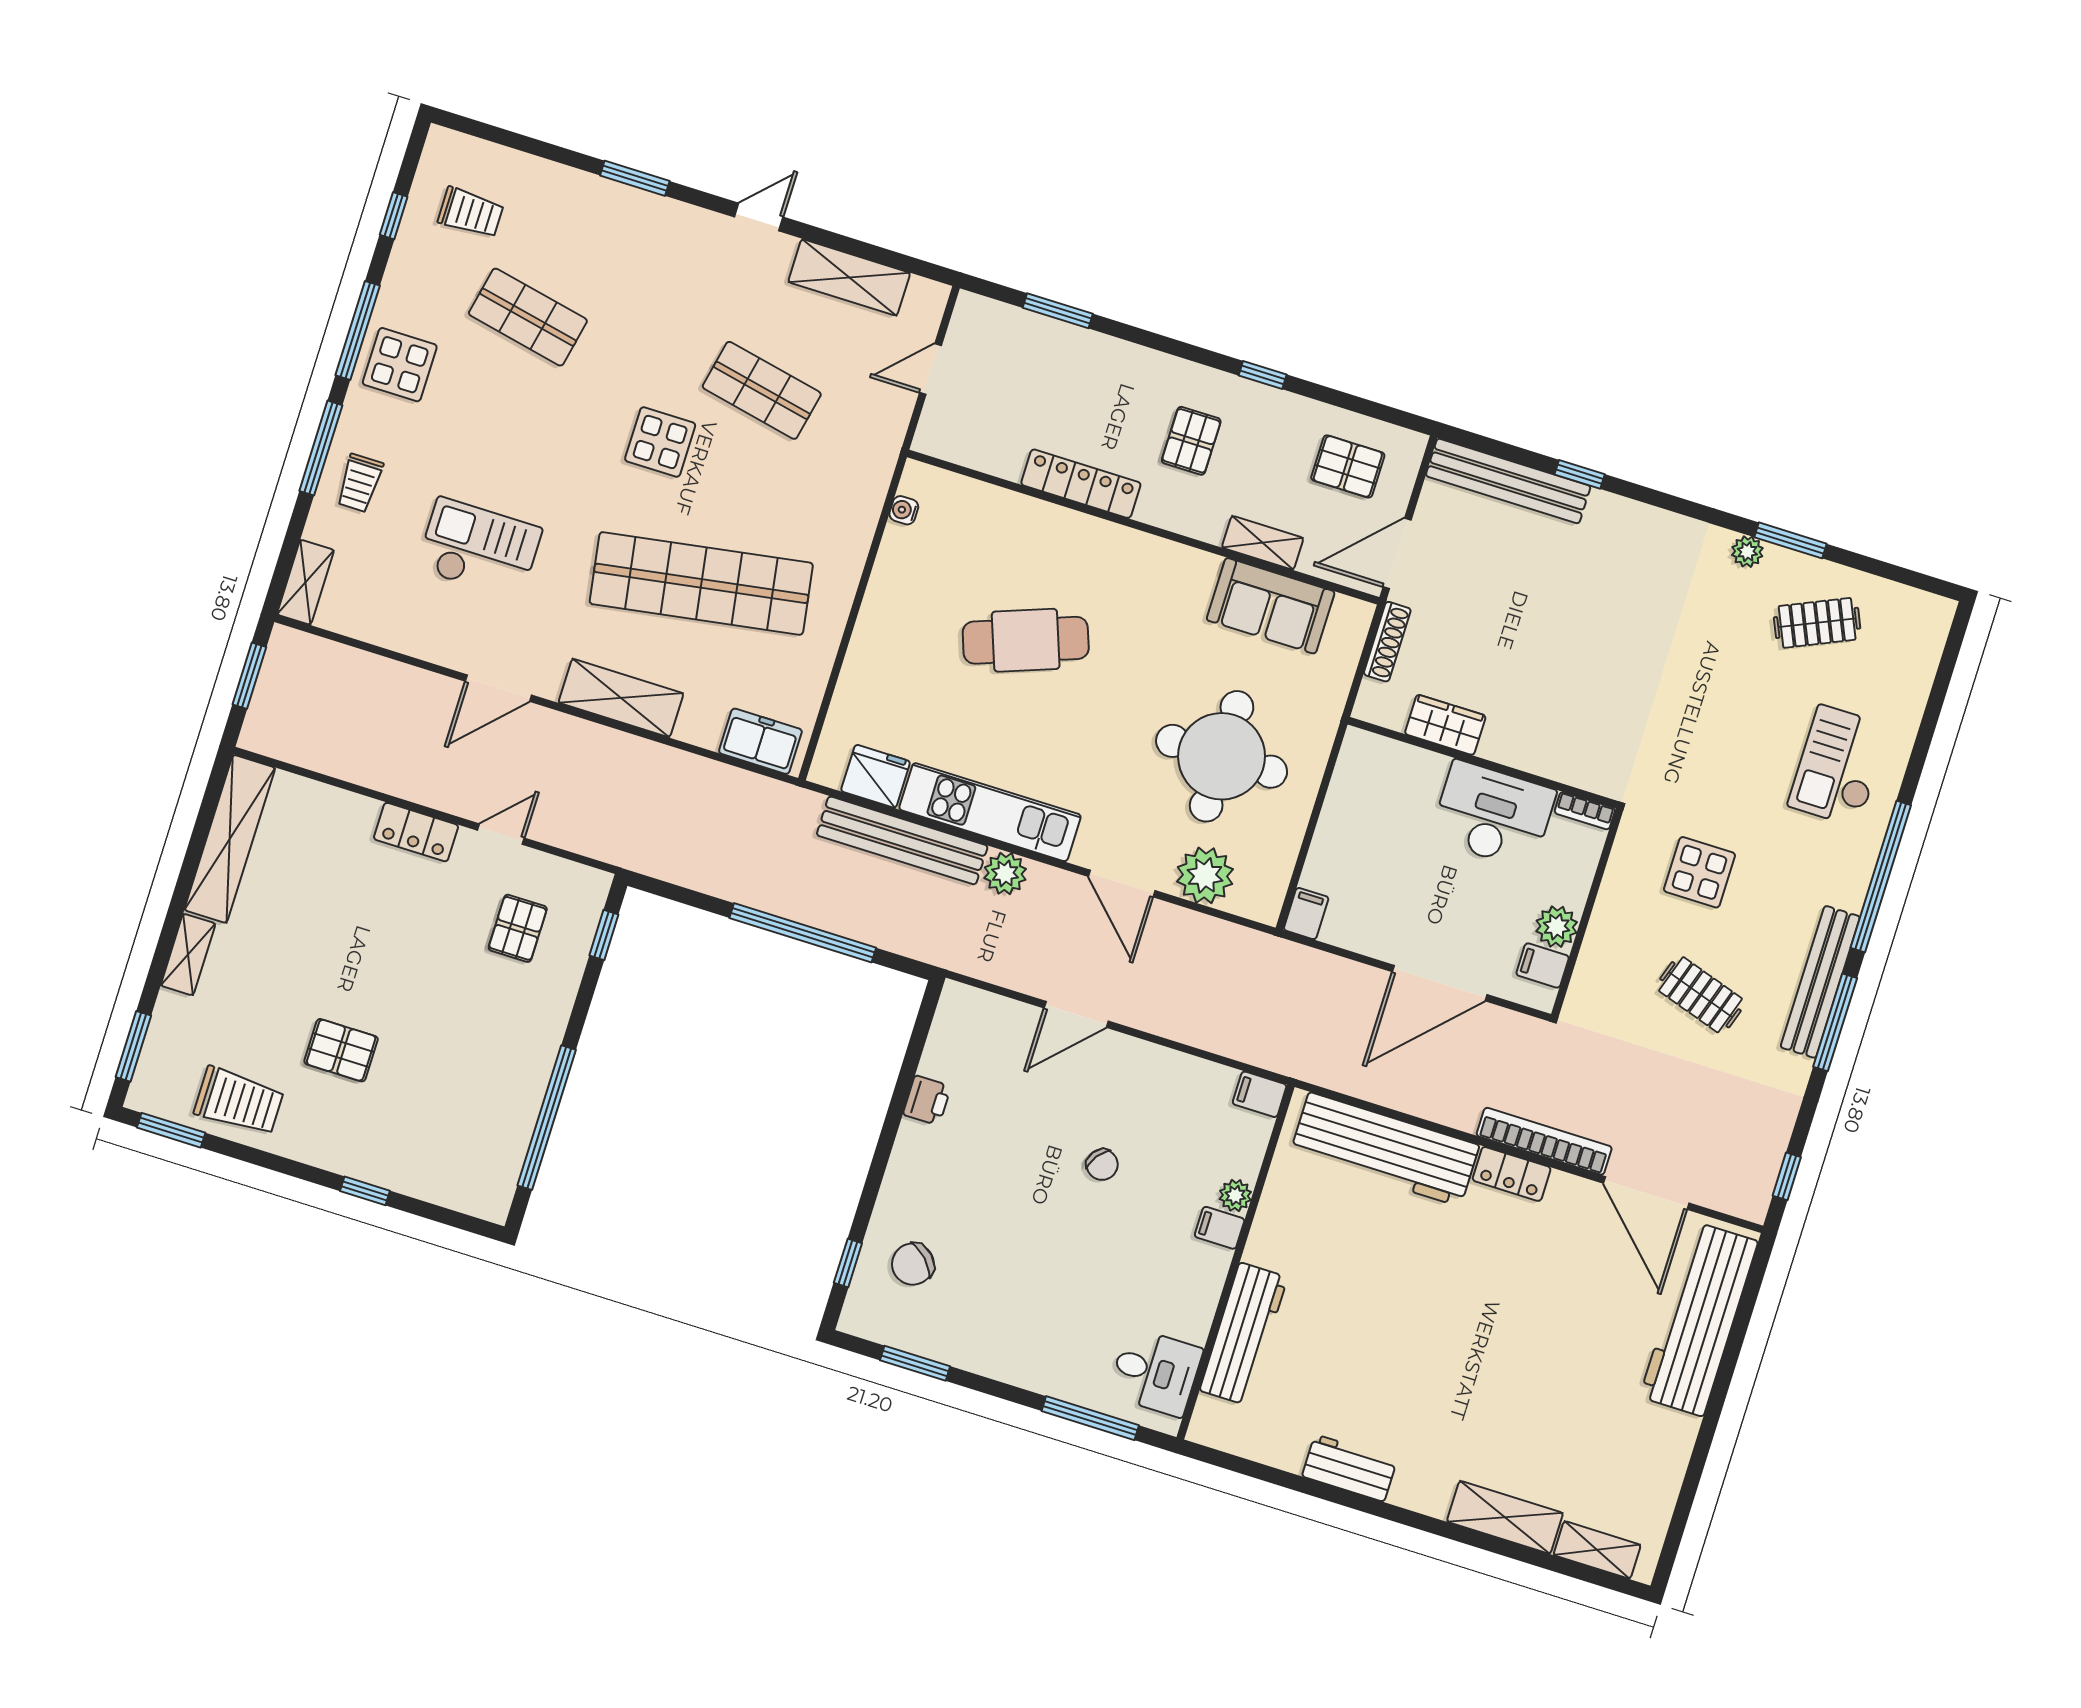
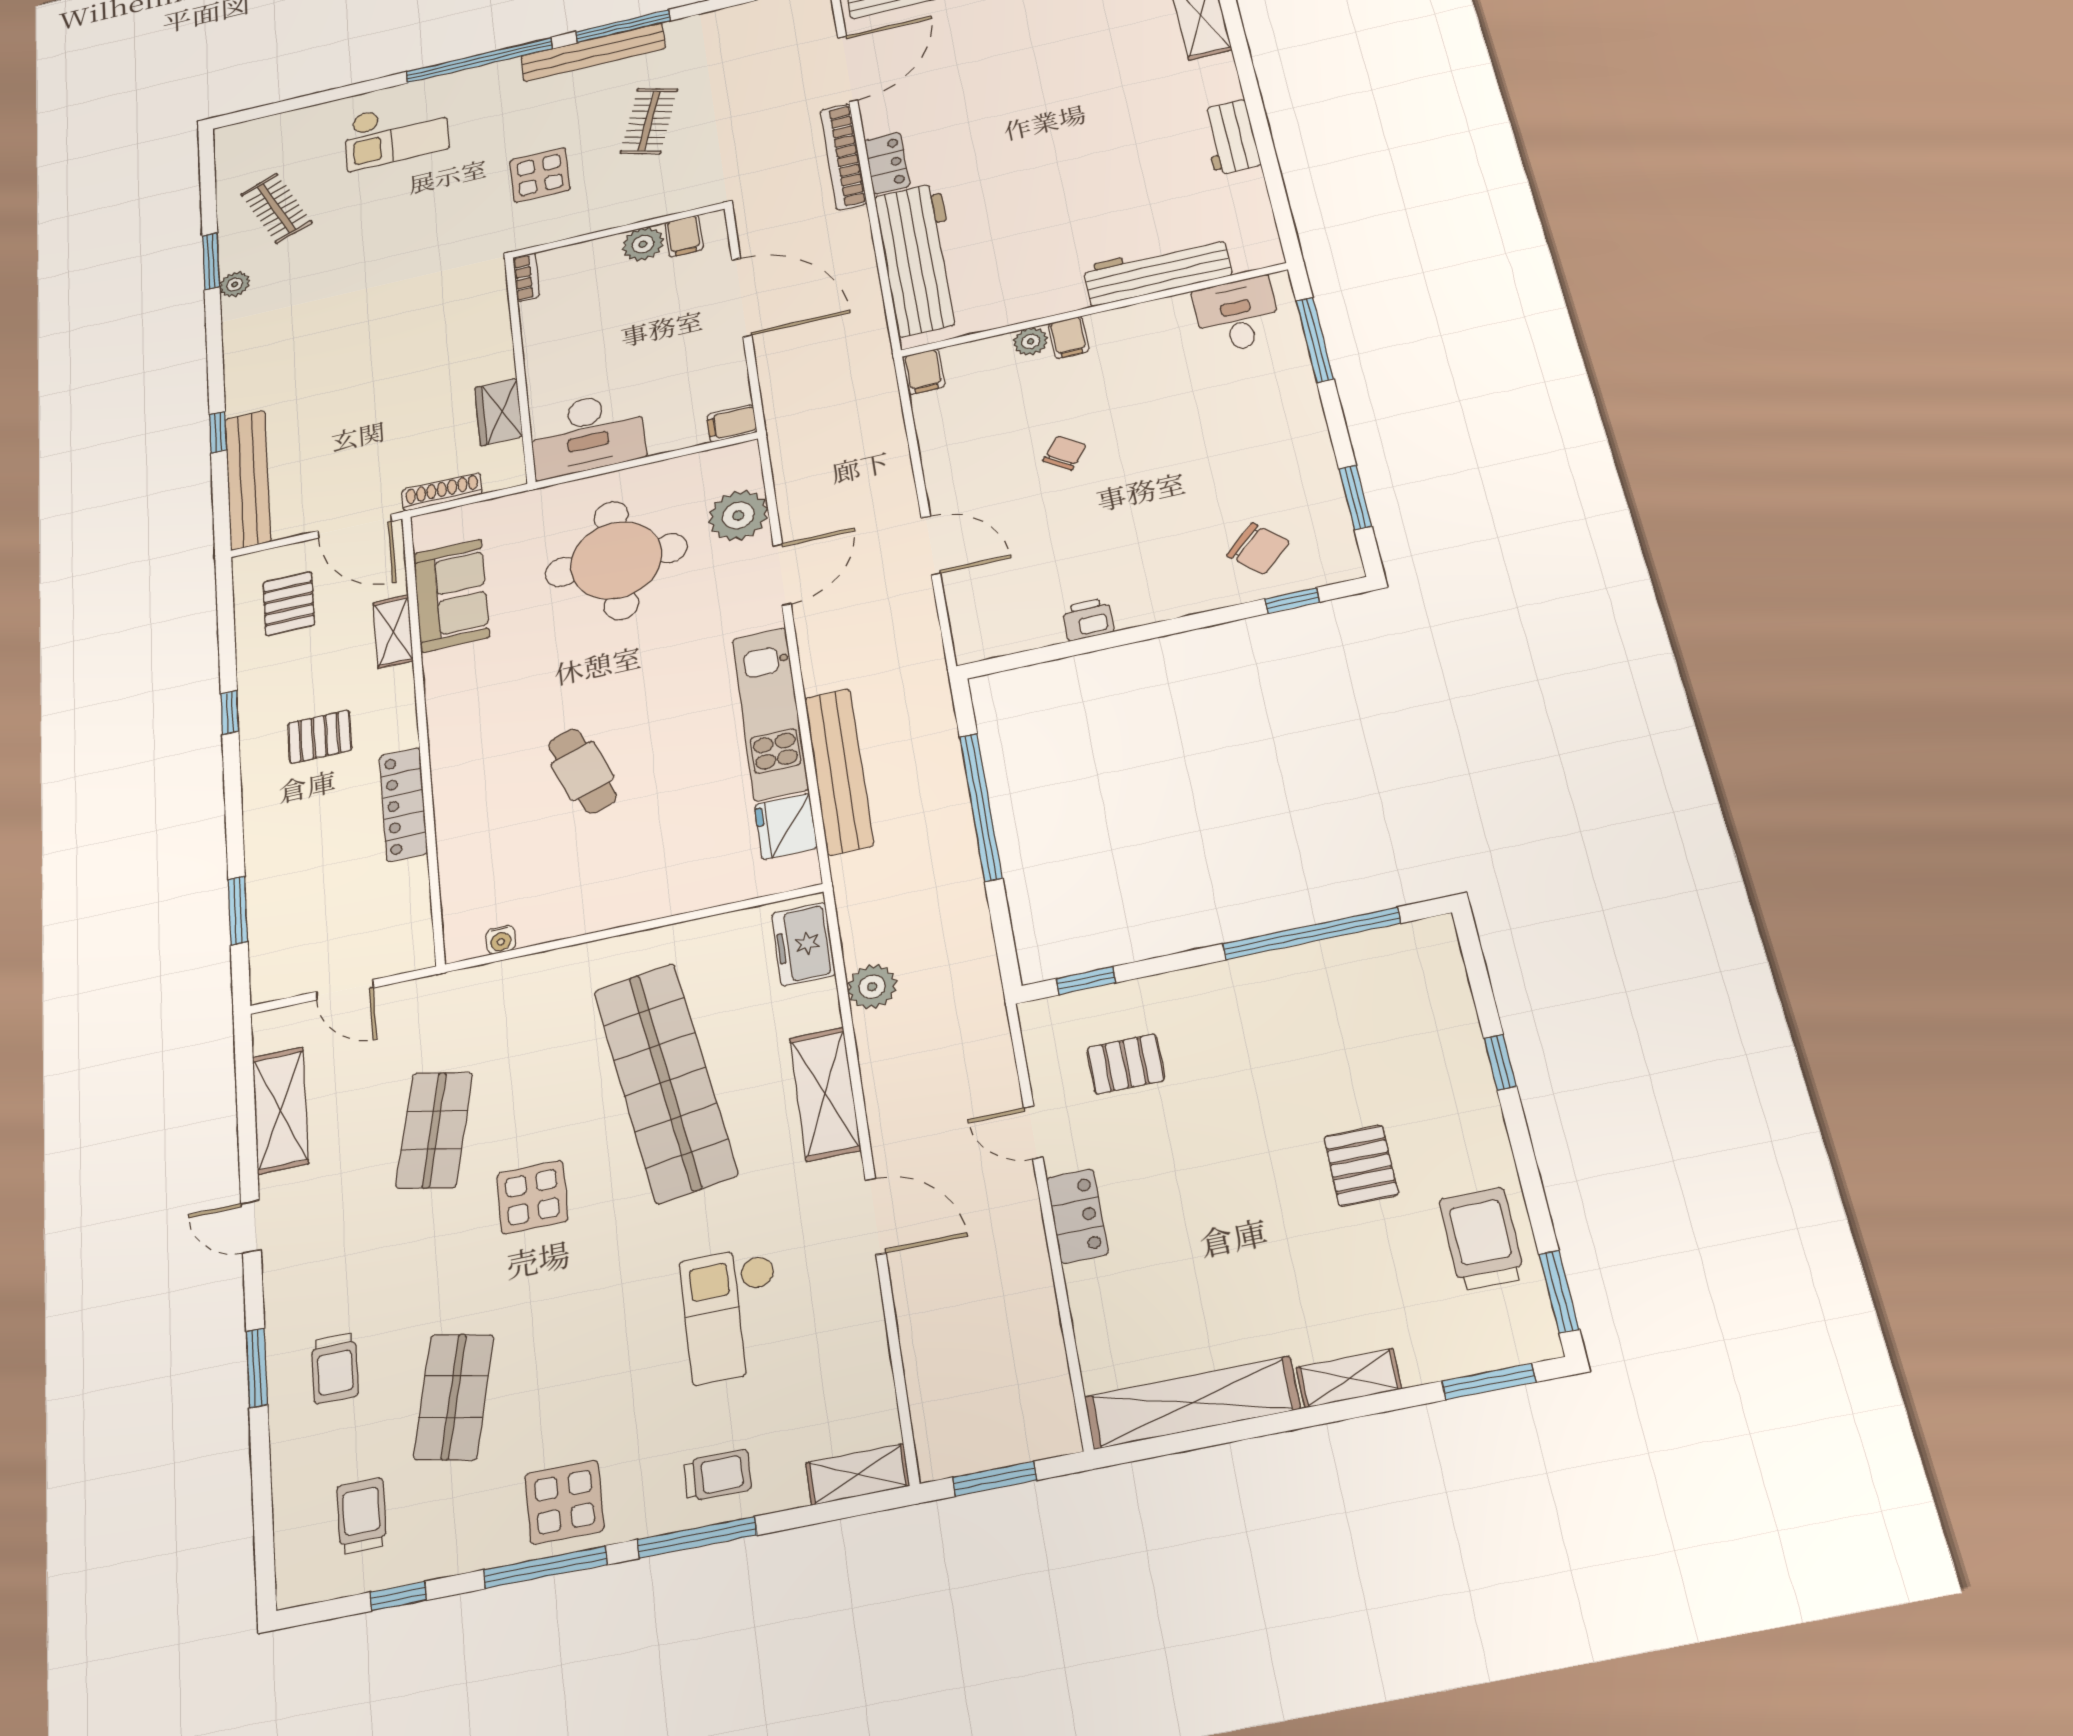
trolley: (601, 237) -> (335, 1368), added
cafe table: (1026, 640) -> (582, 771), width x0.73, depth x0.74
desk: (1493, 815) -> (587, 434), moved, turned -90
plant: (1005, 873) -> (872, 987), moved

